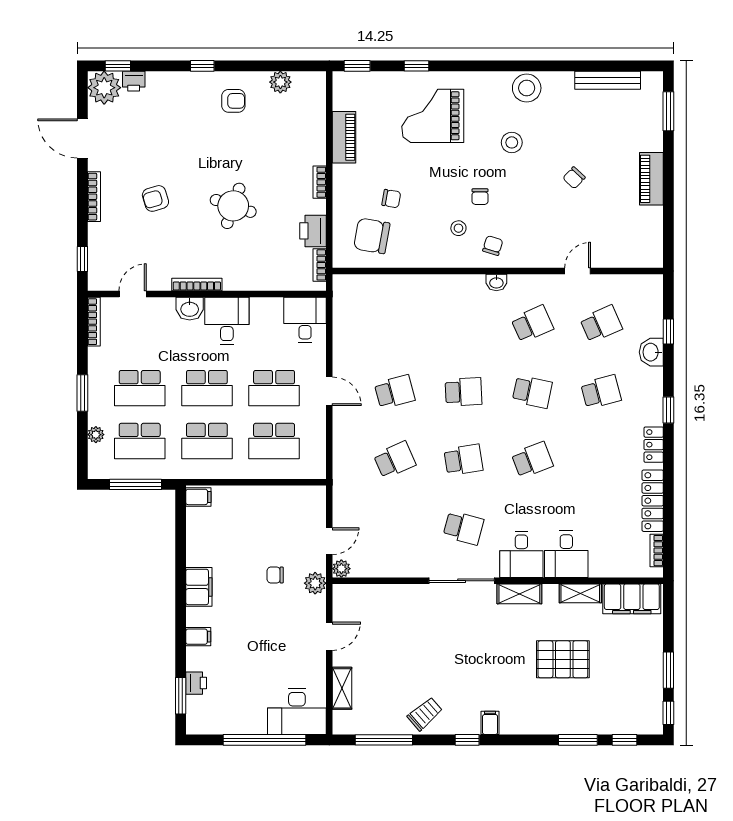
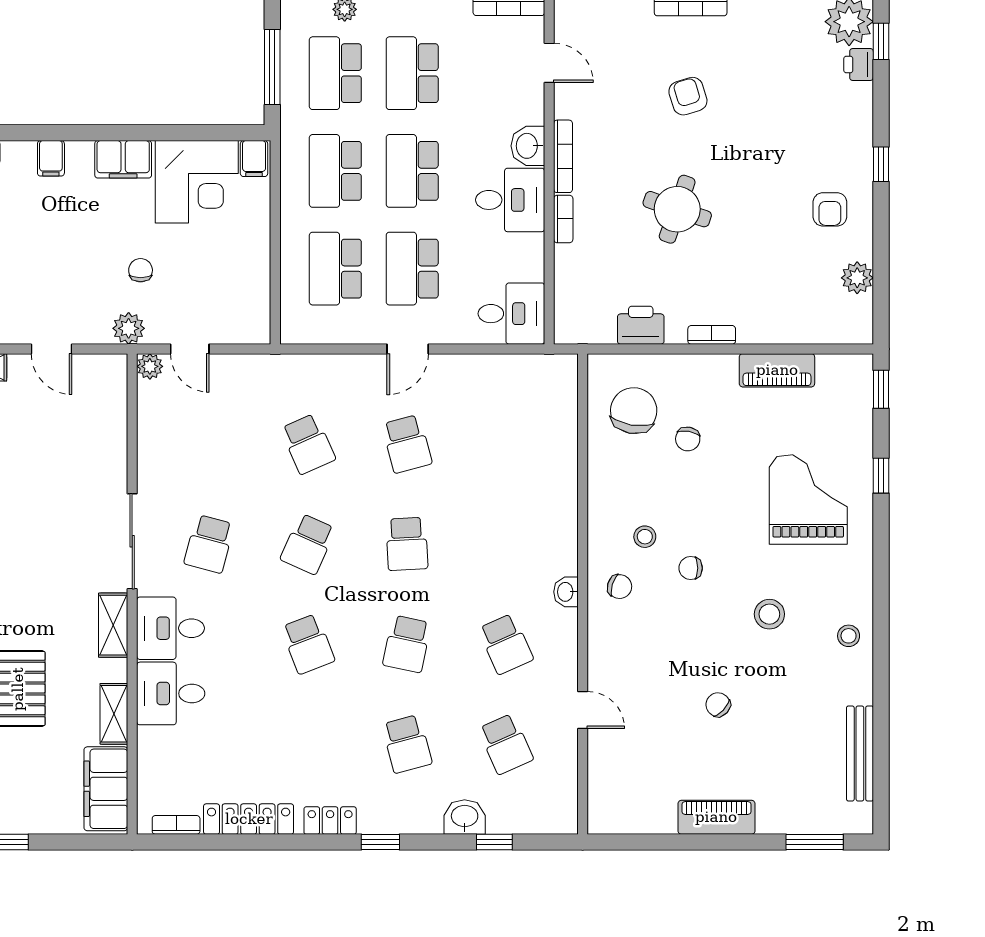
stool: (527, 88) -> (849, 636), width x0.53, depth x0.53
bookcase: (320, 265) -> (563, 219), moved, turned 90
school desk: (463, 460) -> (308, 544), turned 33
corner desk: (214, 536) -> (197, 182), added

